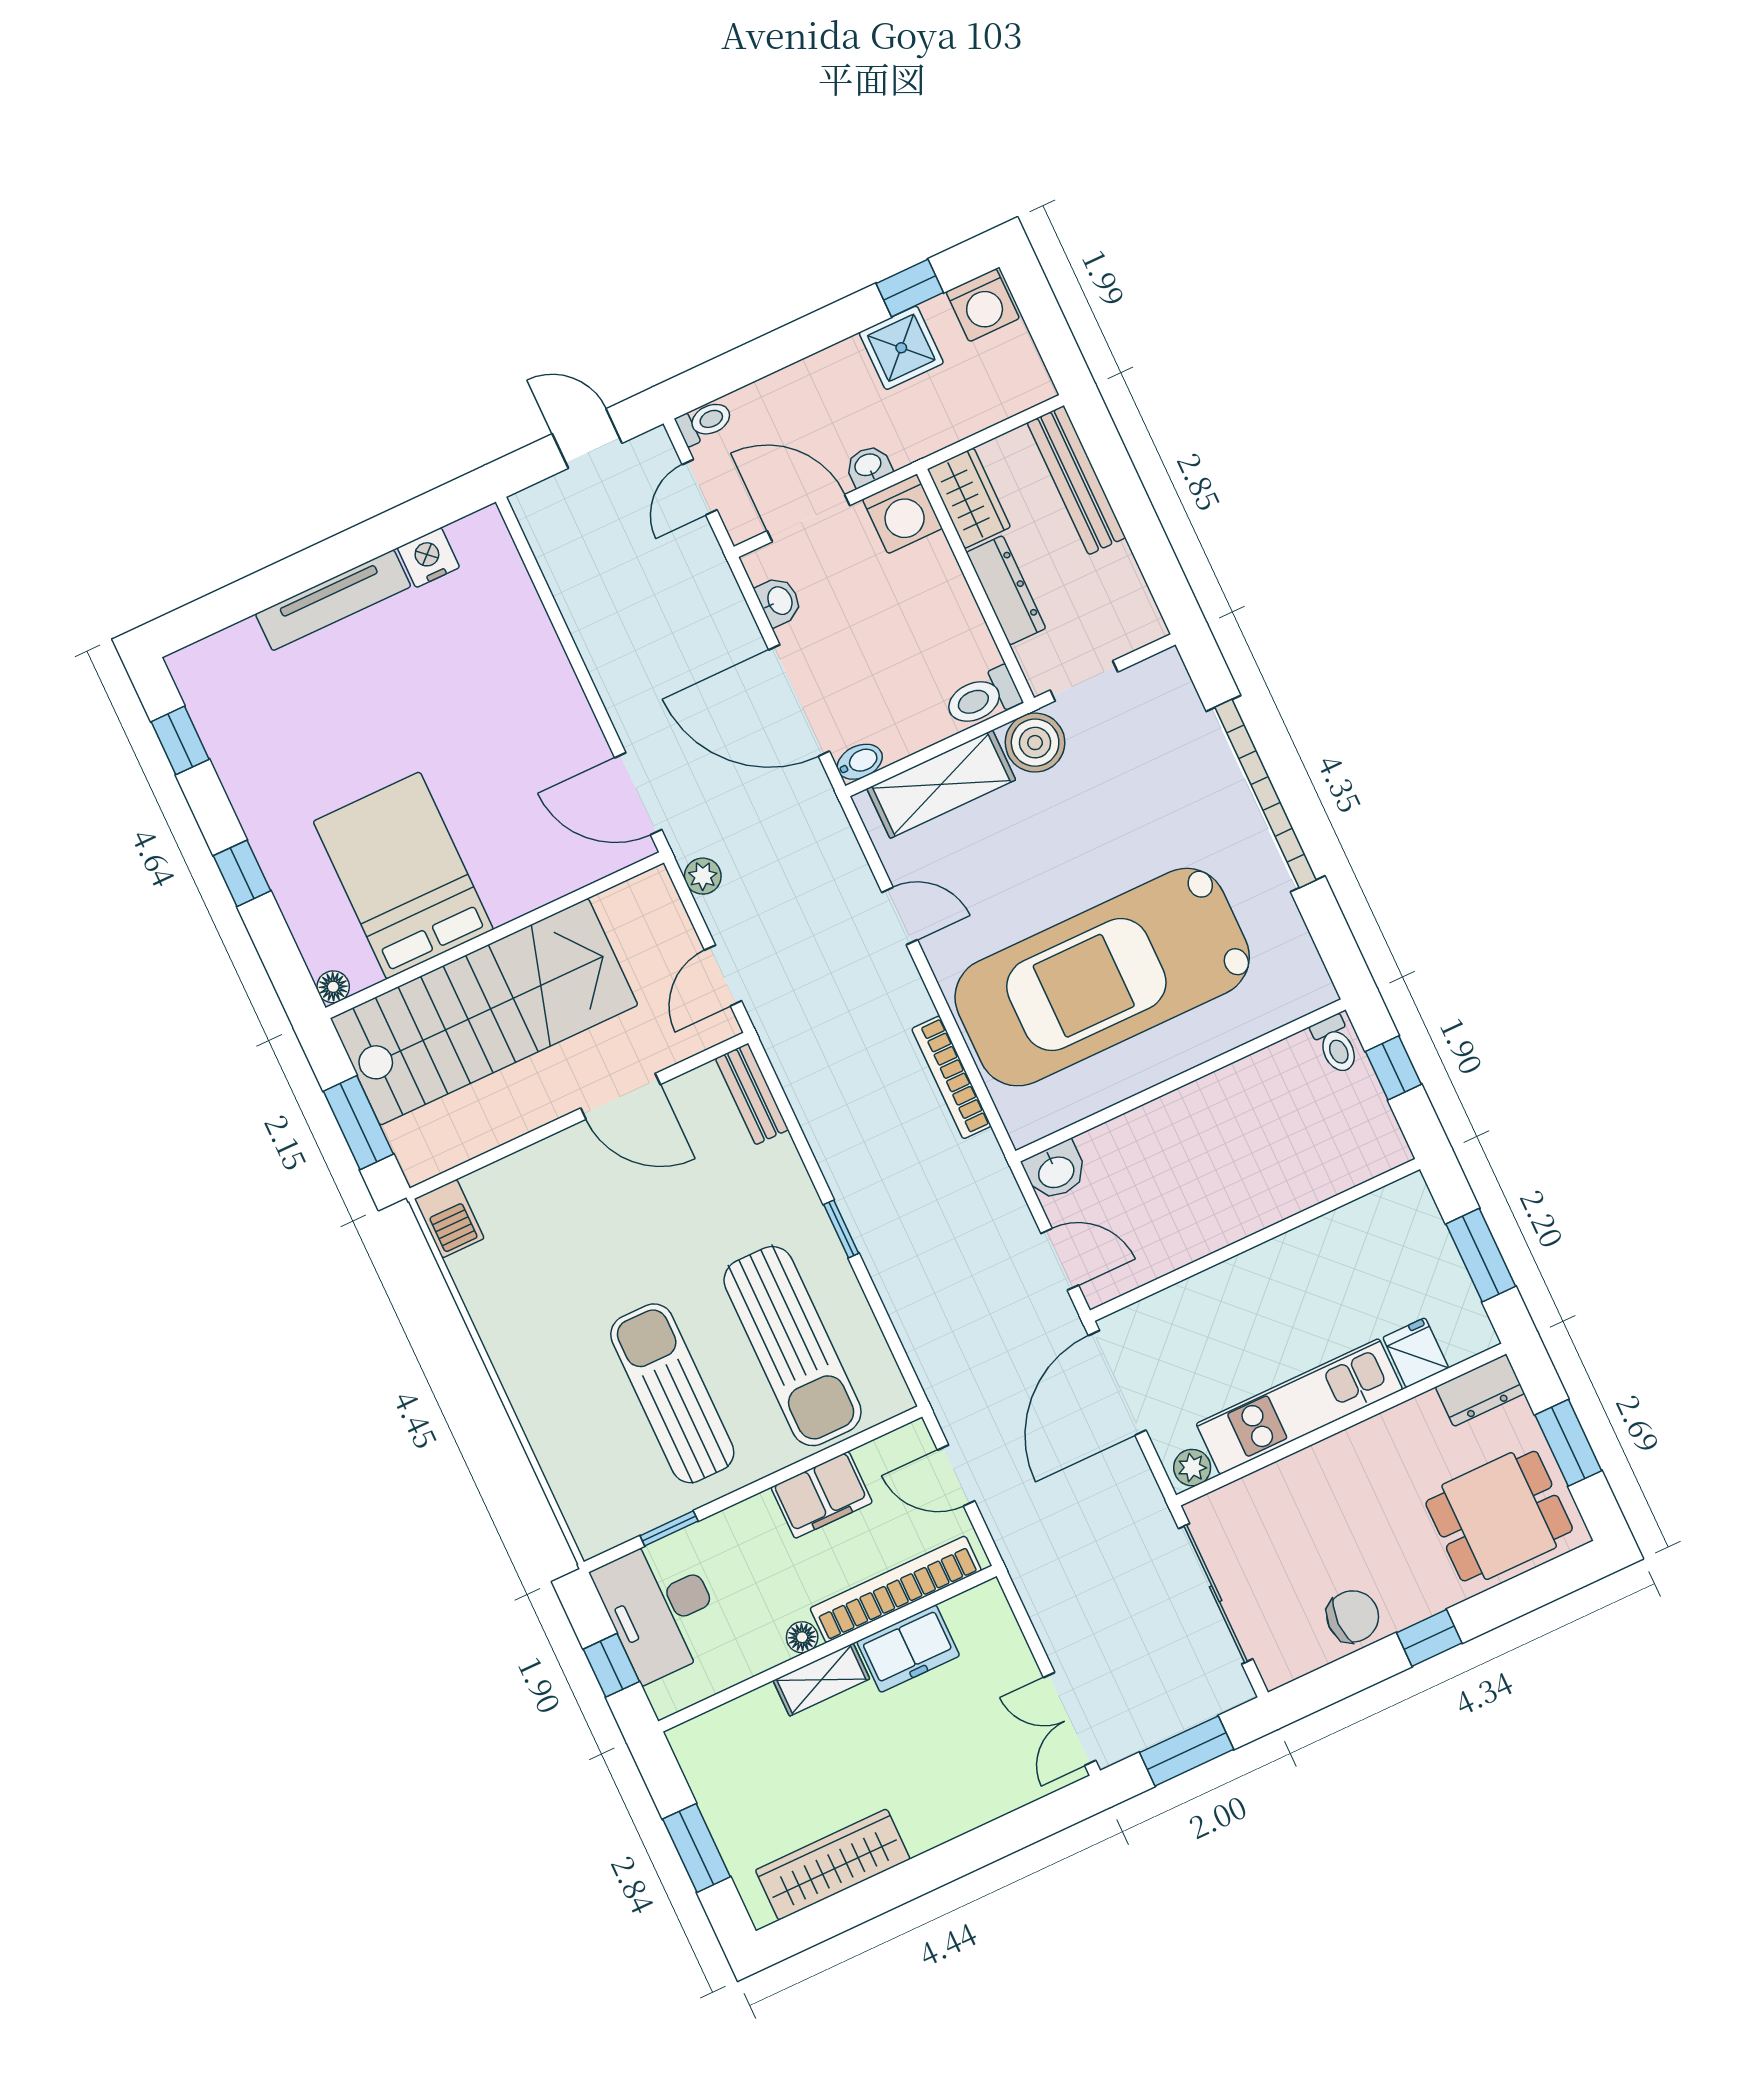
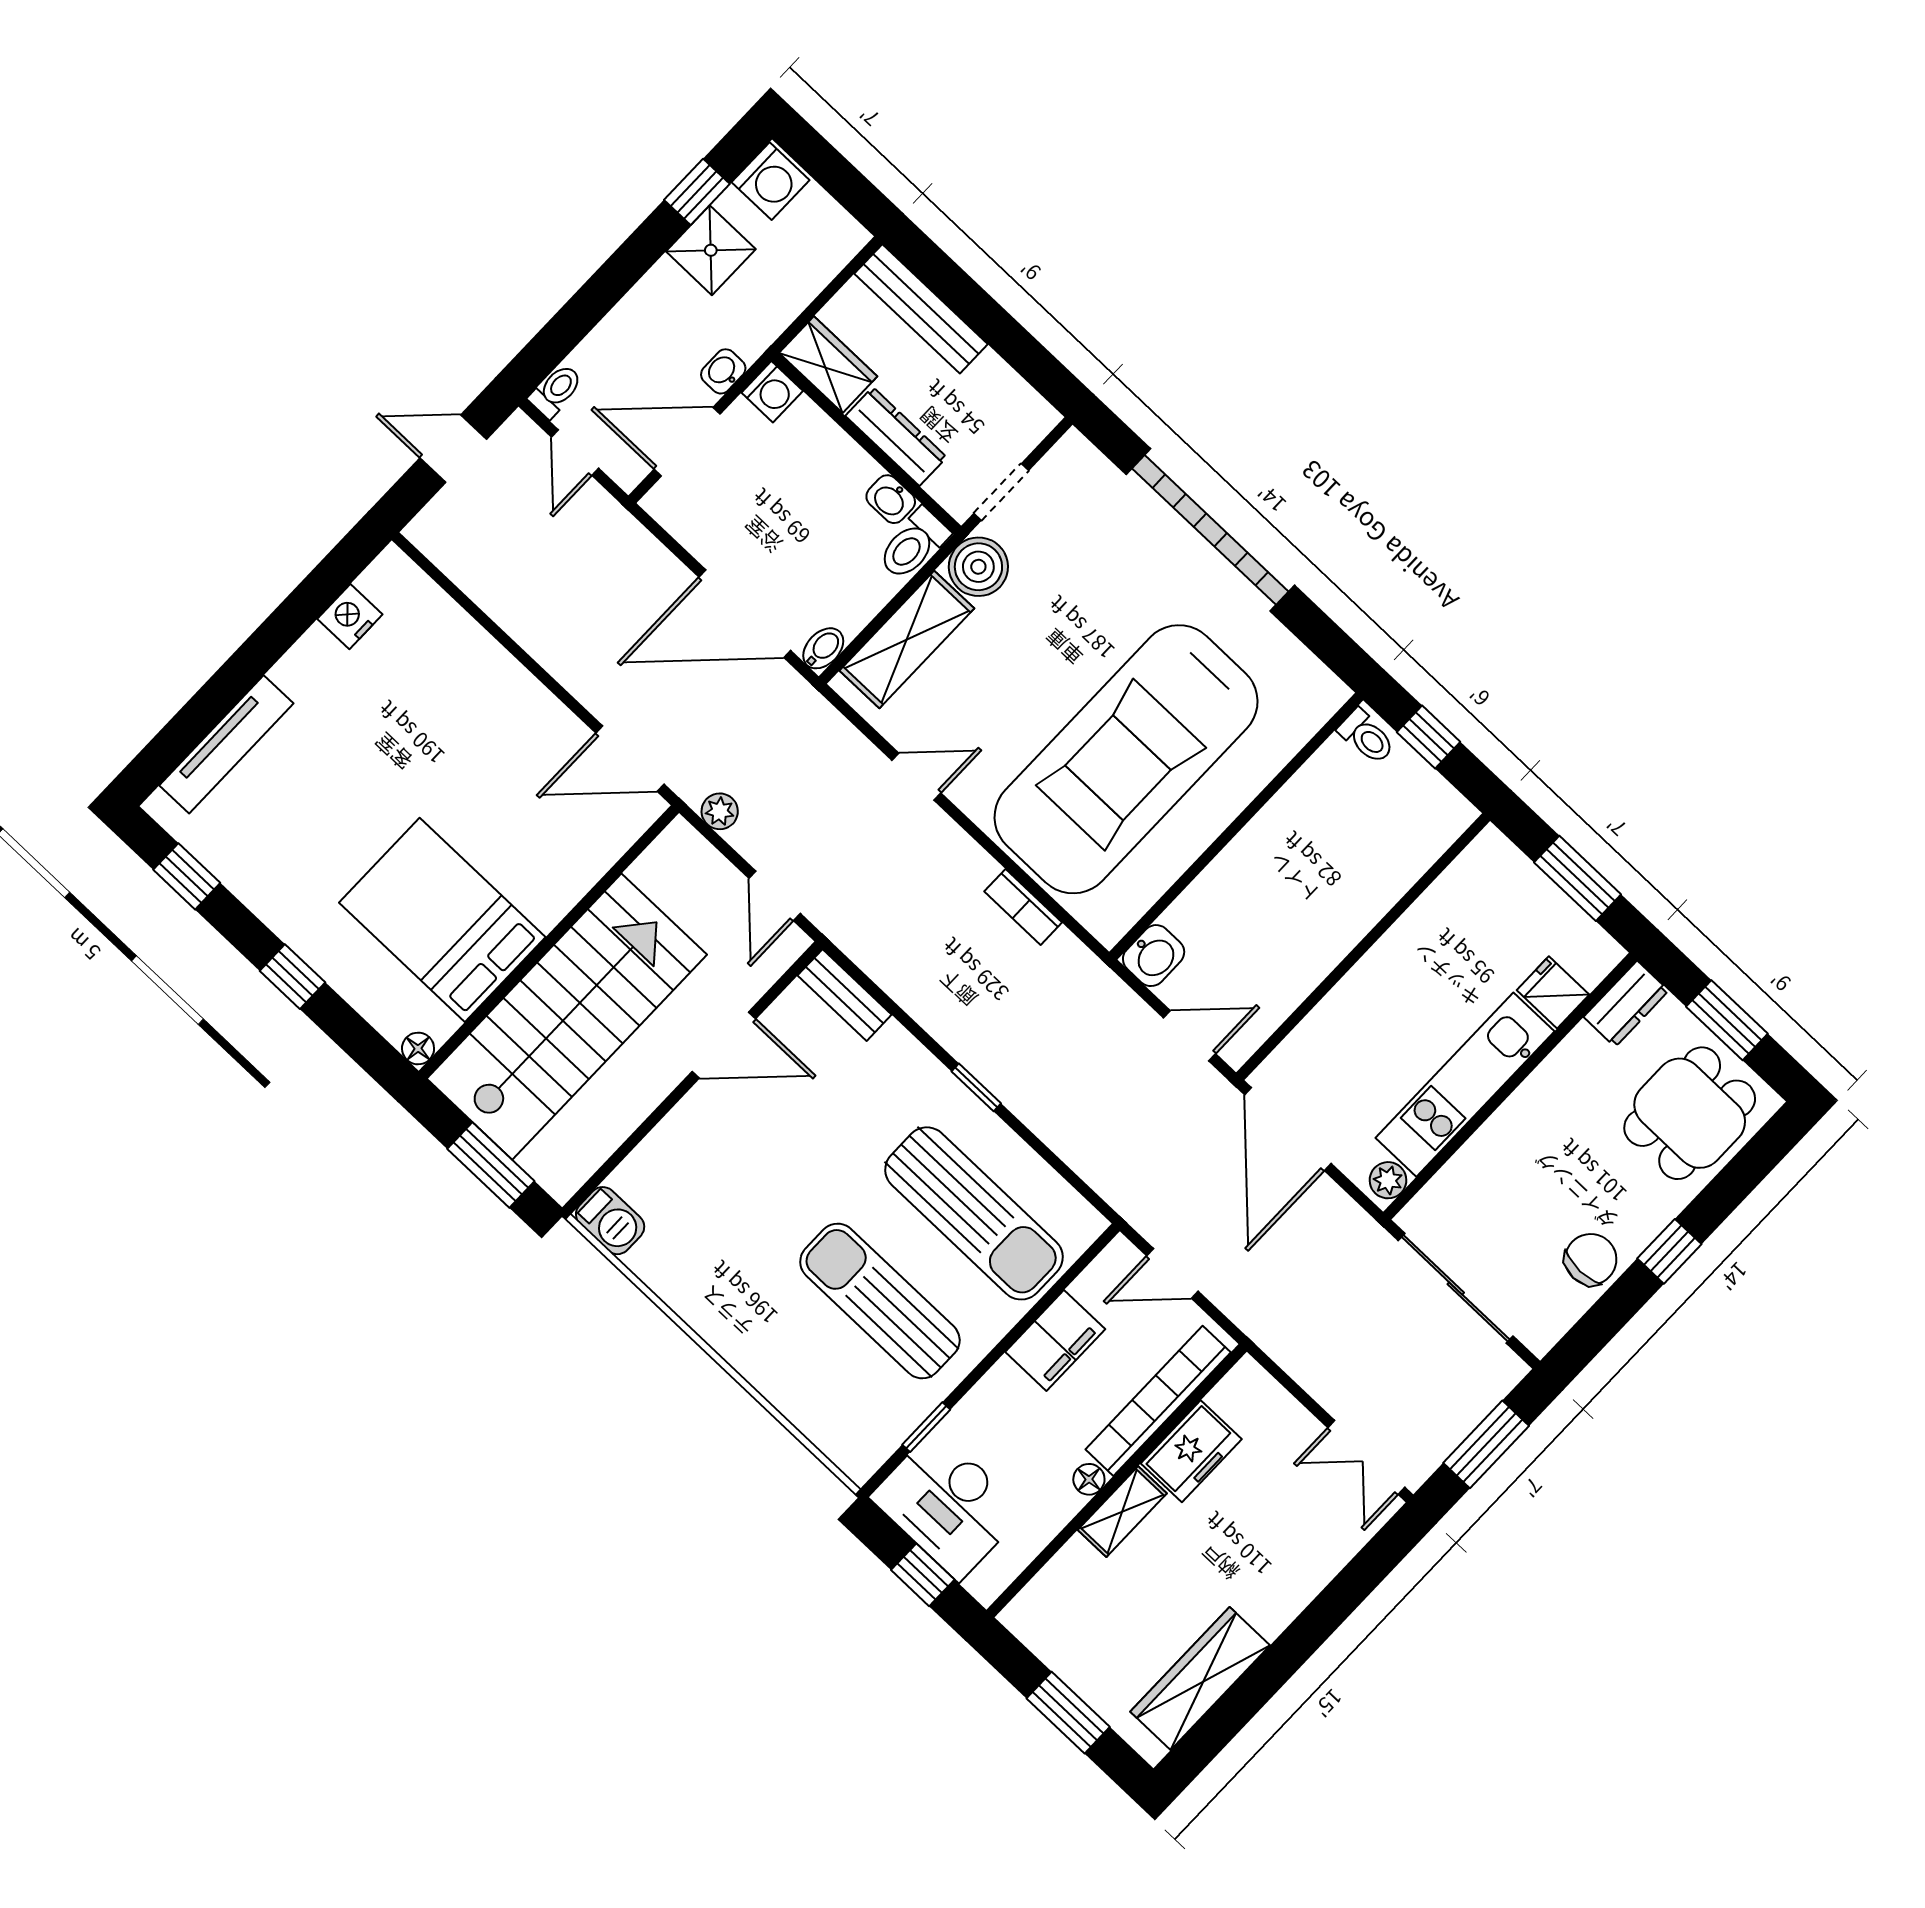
washing machine: (902, 514) -> (772, 392), width x0.73, depth x0.73
tv unit: (333, 600) -> (226, 744), moved
washbasin: (779, 601) -> (891, 499), moved, turned 180
bookcase: (951, 1077) -> (1023, 907), width x0.64

